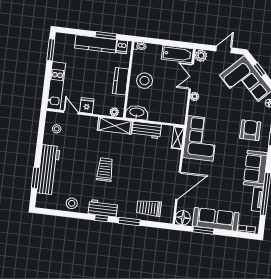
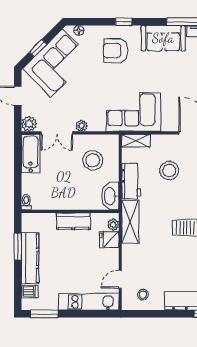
dishwasher: (122, 47) -> (30, 292), moved
stool: (144, 81) -> (93, 160), moved
fridge: (87, 106) -> (109, 239), moved
stool: (151, 161) -> (169, 170), added

